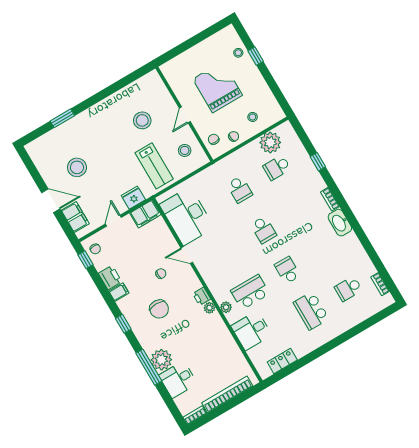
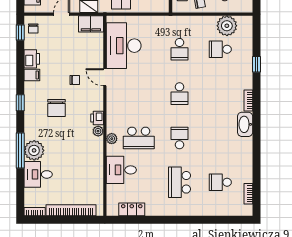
school desk: (250, 292) -> (139, 138), turned 180

